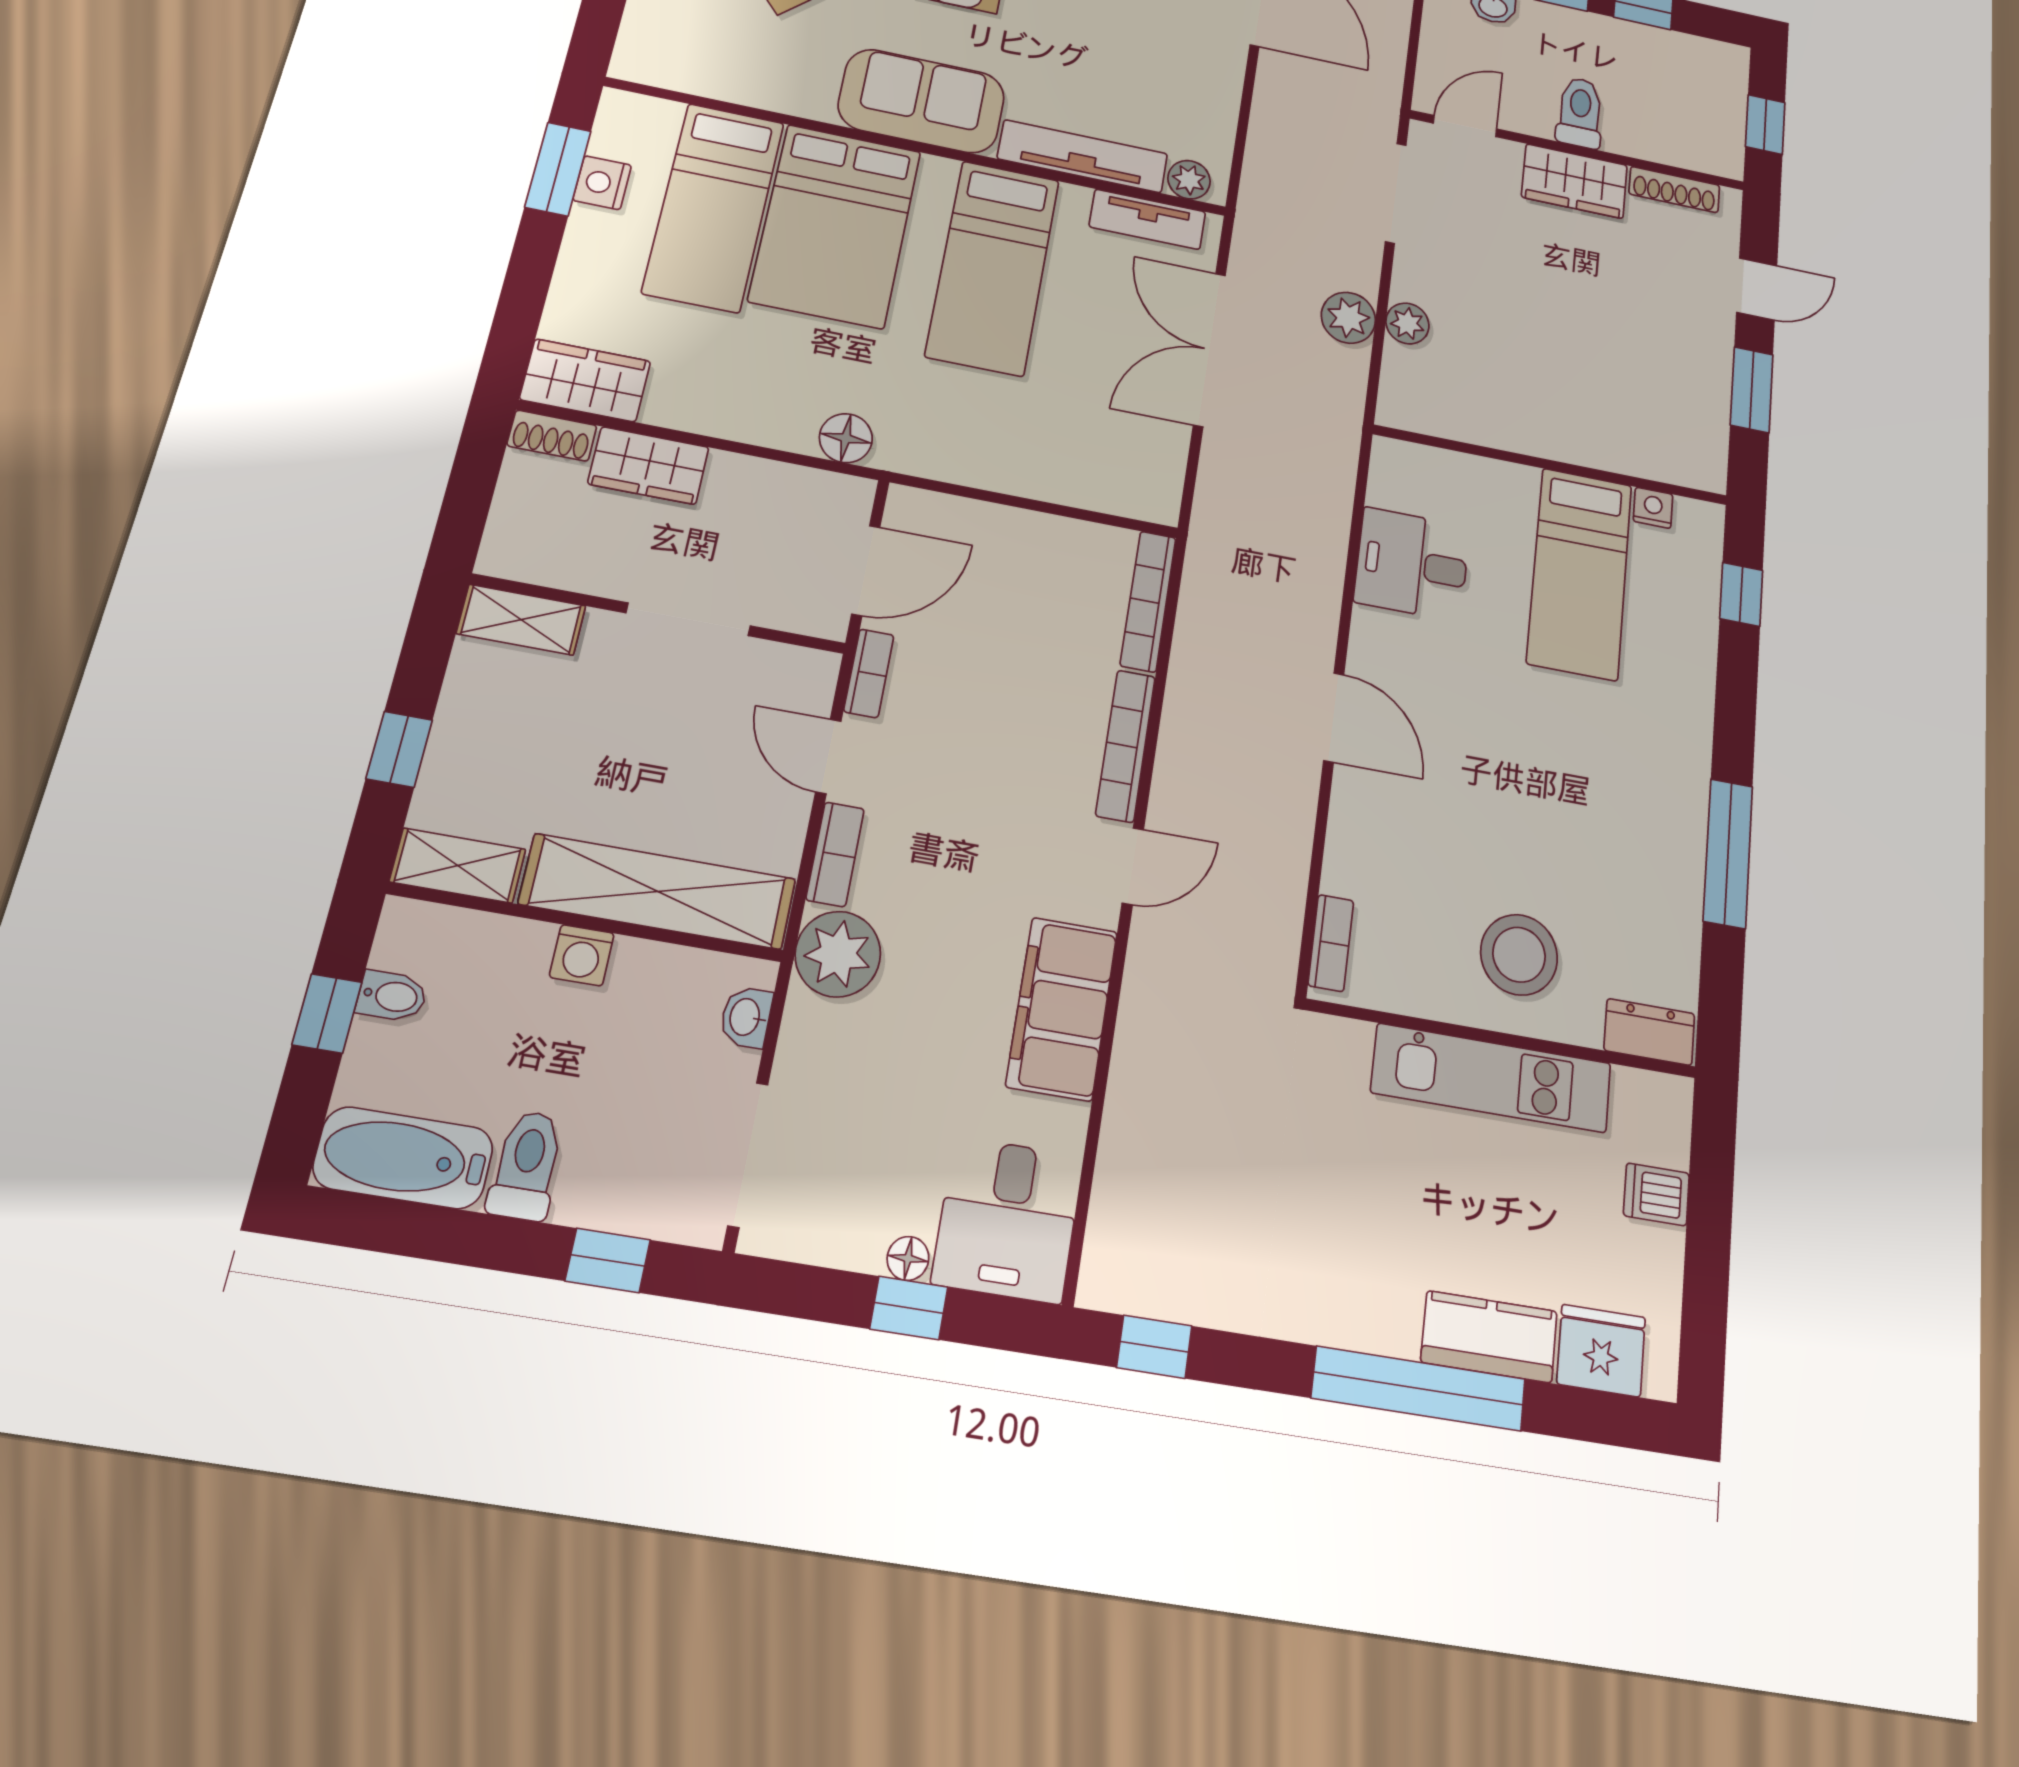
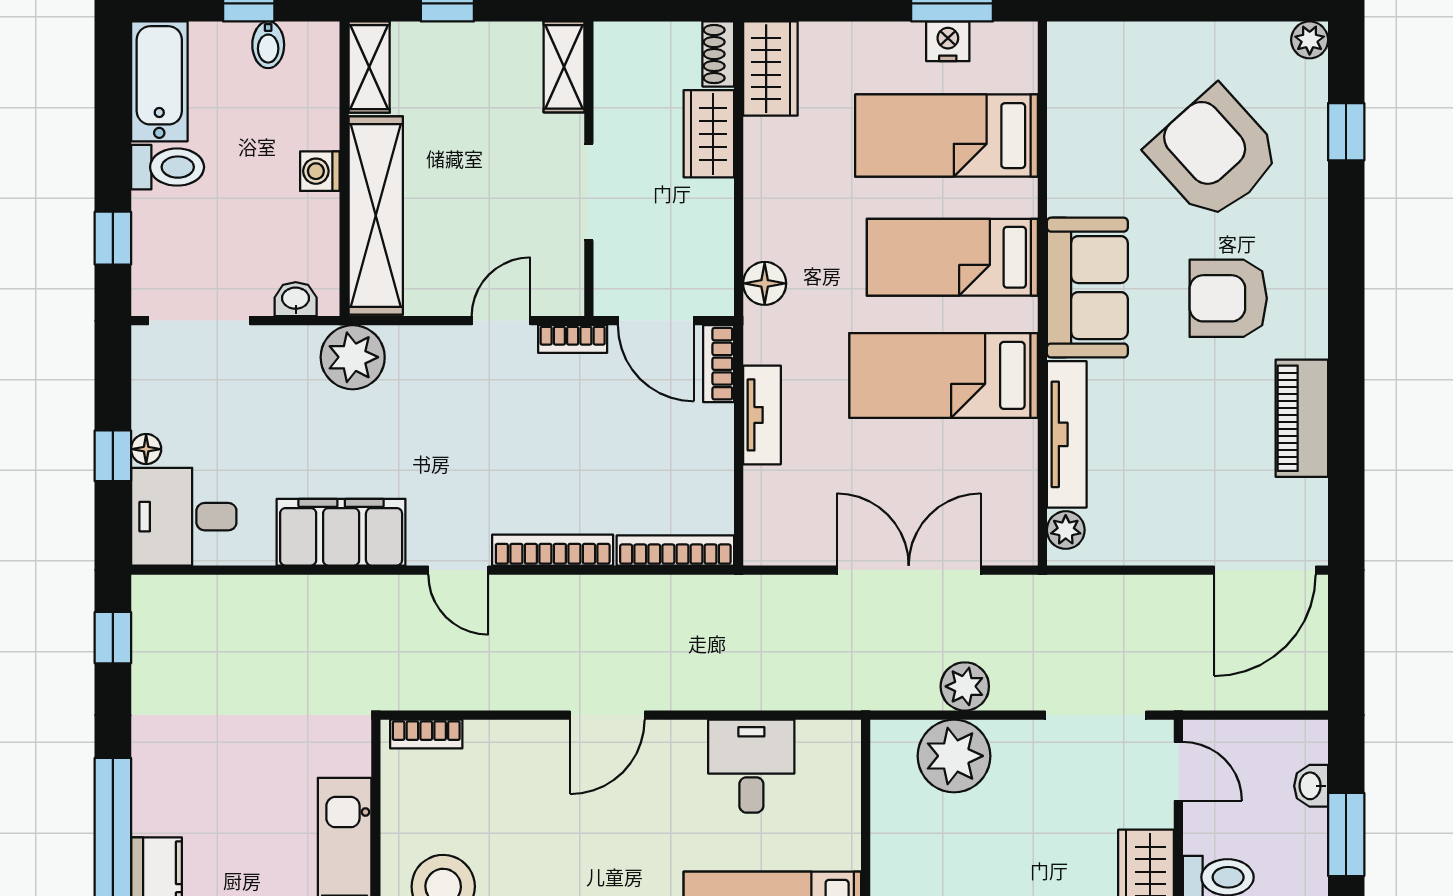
tv unit: (1147, 219) -> (762, 415), moved, turned 180
bed: (835, 226) -> (952, 257), width x0.67
plant: (1407, 323) -> (954, 756), width x1.88, depth x1.88
bookcase: (835, 854) -> (719, 364), moved, turned 90

